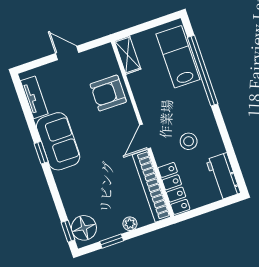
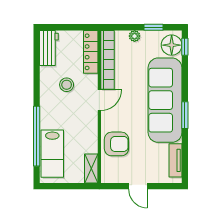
sofa: (58, 141) -> (165, 100), width x1.85, depth x1.27
window: (41, 153) -> (185, 115), width x1.50

